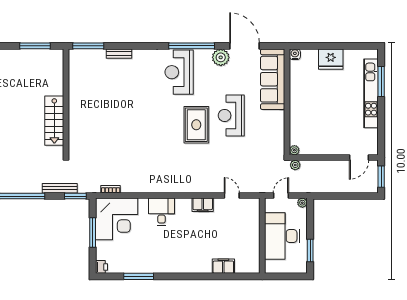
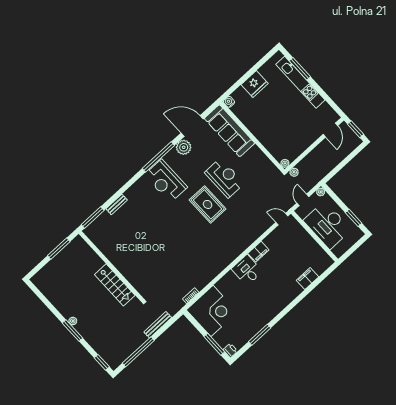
reception desk: (231, 115) -> (224, 178), turned 180
door: (232, 195) -> (282, 219), moved
window: (75, 196) -> (172, 321), removed
desk: (161, 212) -> (247, 270), moved
window: (93, 233) -> (214, 344), moved

